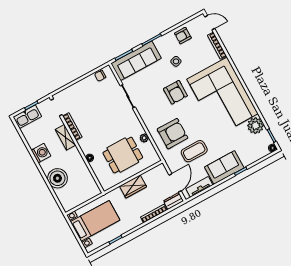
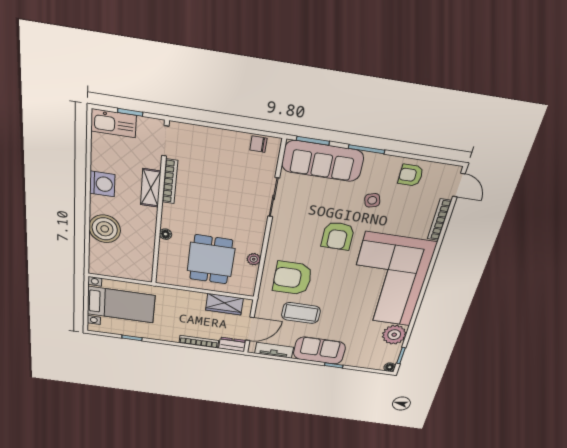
armchair: (173, 134) -> (292, 278), turned 180
dining table: (123, 155) -> (211, 260), turned 90
wardrobe: (133, 186) -> (224, 304), moved

